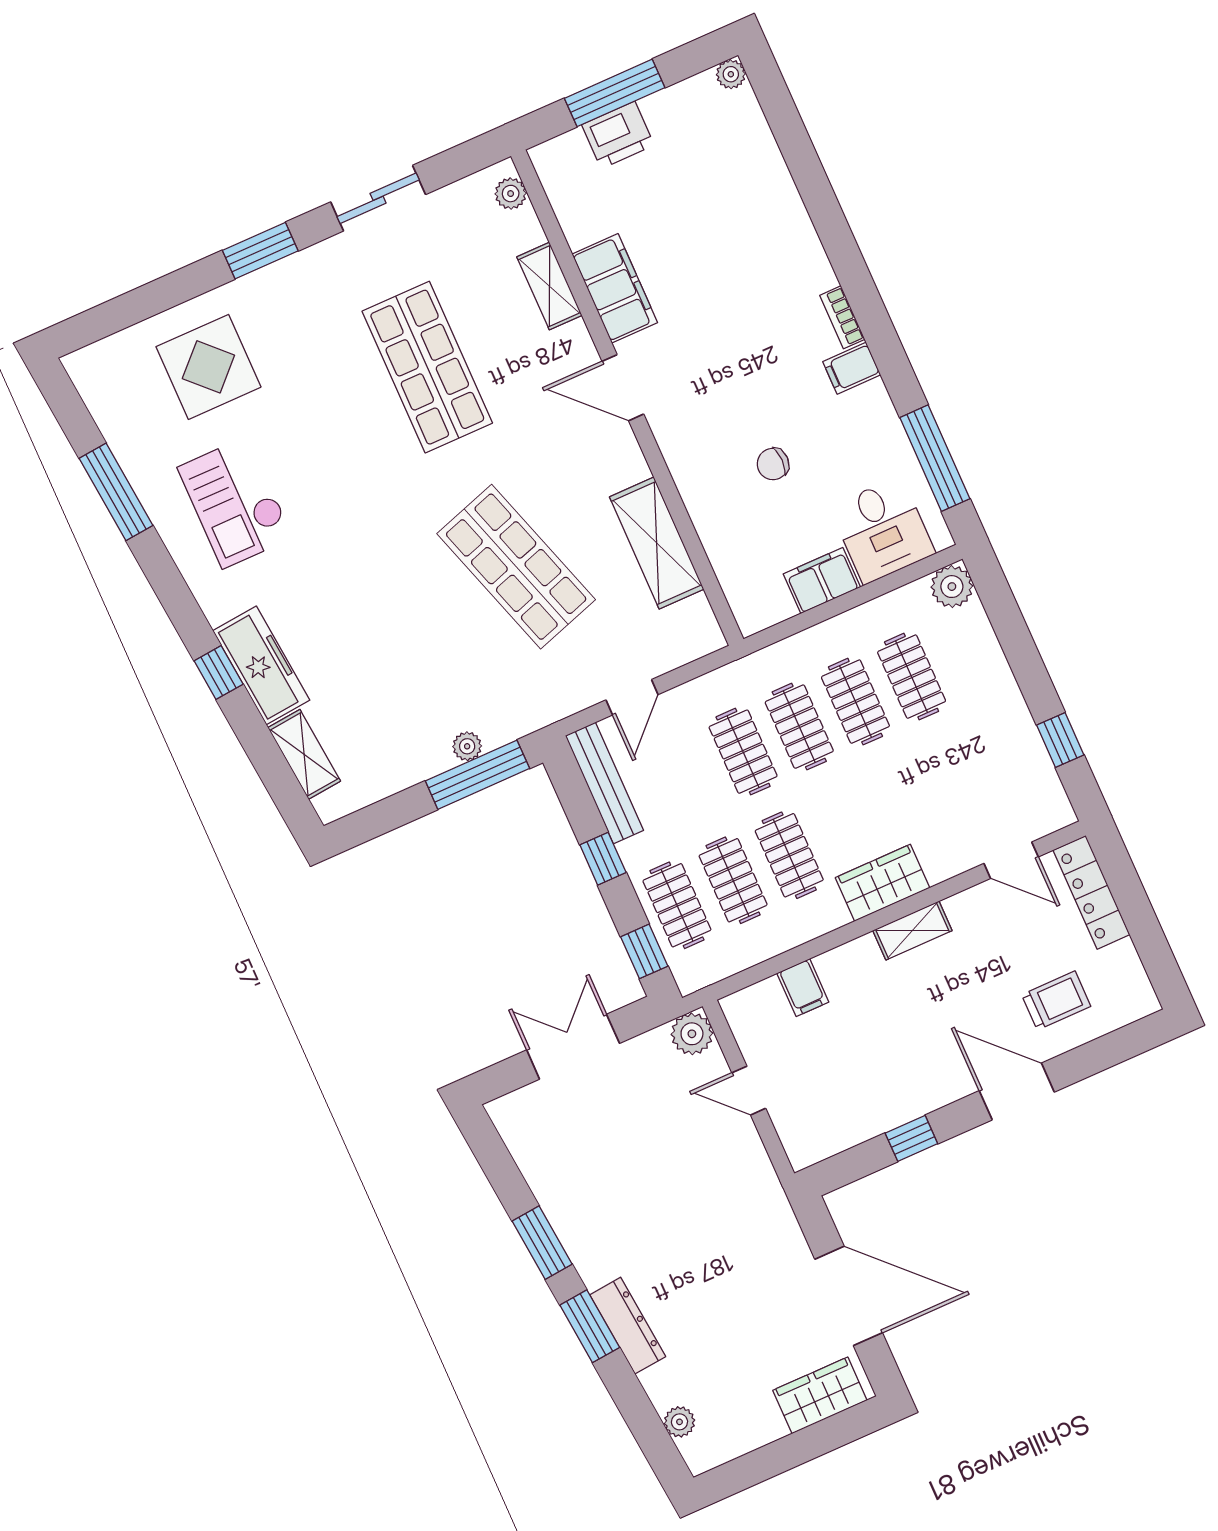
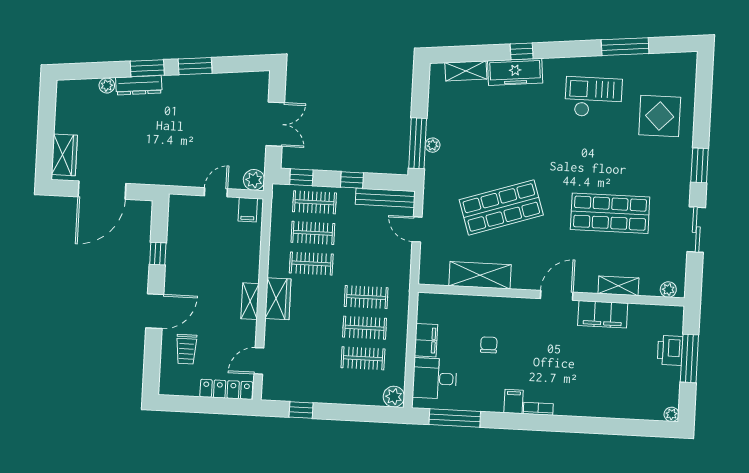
clothes rail: (743, 752) -> (368, 266), removed
filing cabinet: (803, 988) -> (248, 210), moved, turned -90
plant: (679, 1422) -> (107, 85), moved

